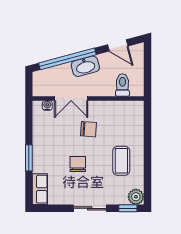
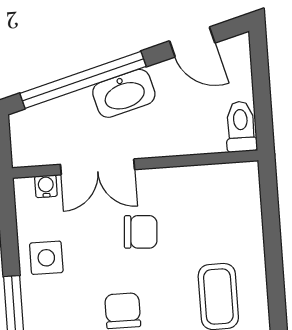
toilet: (122, 85) -> (241, 127), moved
side table: (45, 138) -> (46, 258), added

